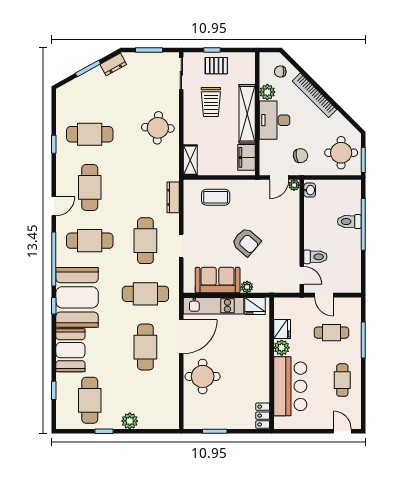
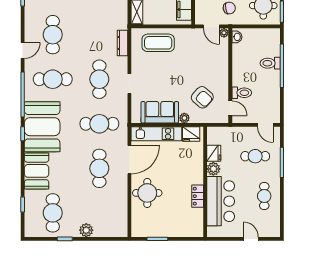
door: (279, 178) -> (211, 26), hinge flipped
coffee table: (216, 197) -> (158, 43), width x1.36, depth x1.32
armchair: (246, 242) -> (202, 97), moved
door: (324, 295) -> (265, 125), moved
locker: (263, 416) -> (198, 196), moved
door: (342, 431) -> (251, 239), moved

